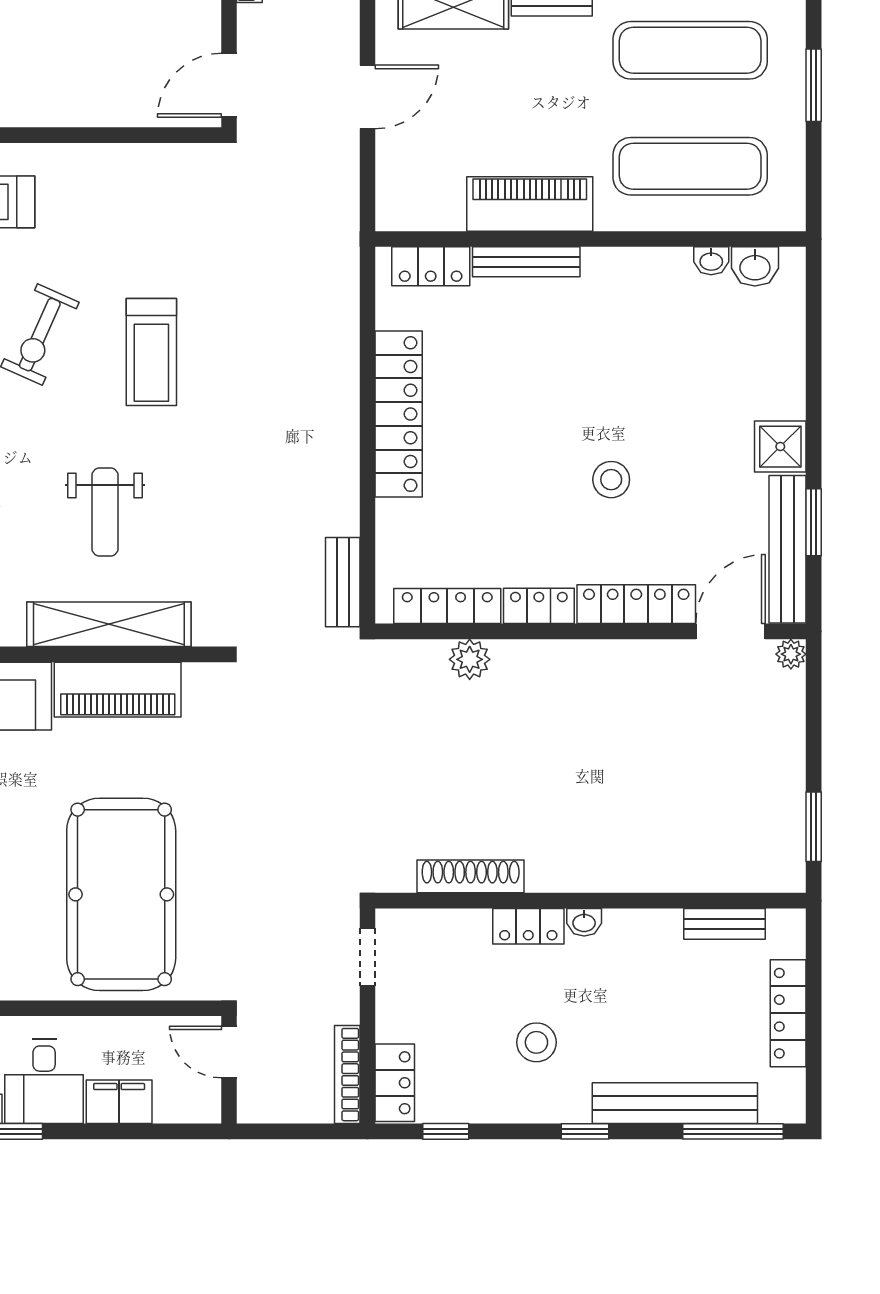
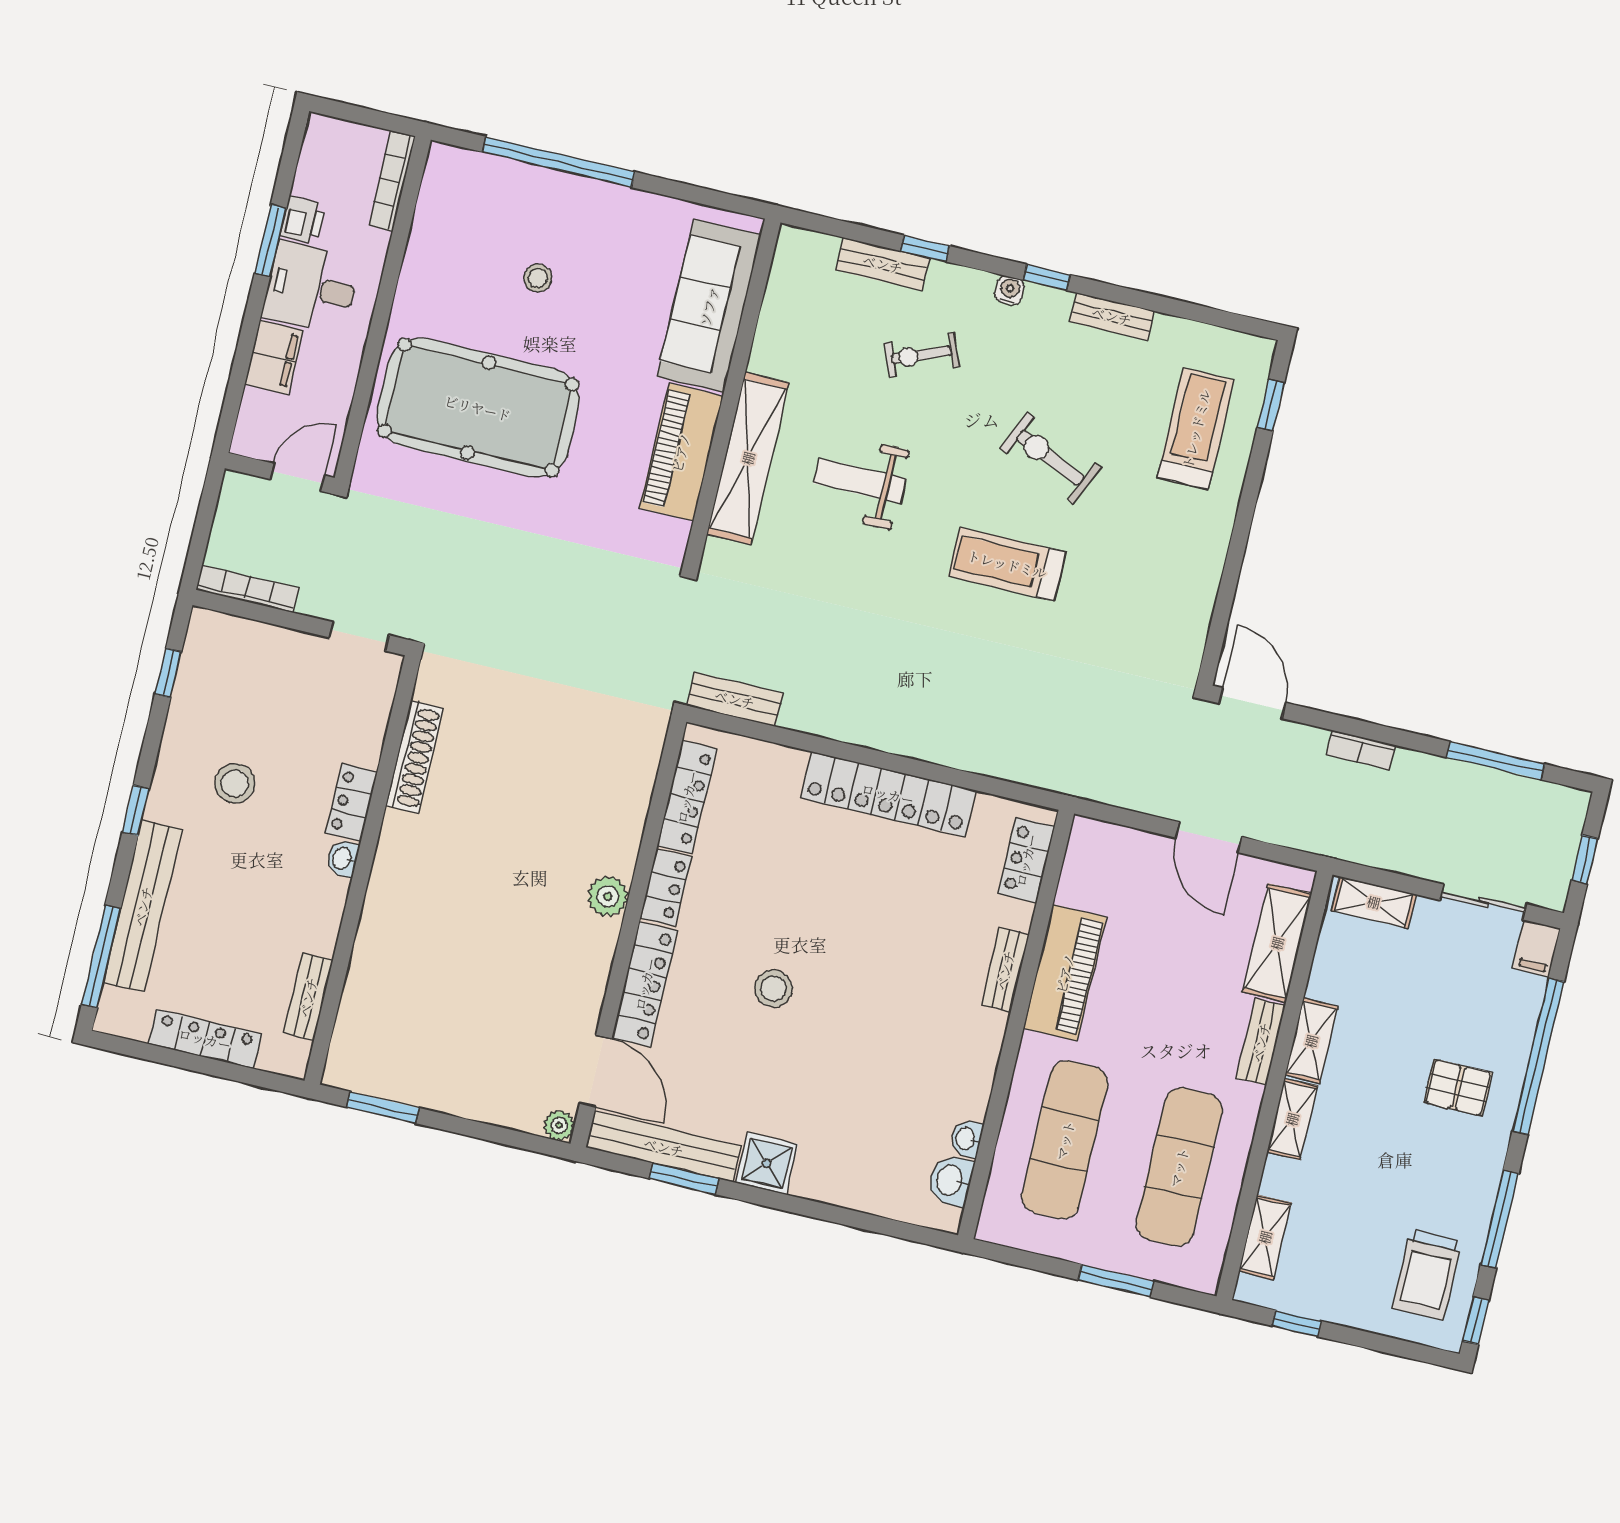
bench: (526, 262) -> (1005, 970), width x0.73
plant: (470, 659) -> (608, 896), moved
locker: (395, 1083) -> (228, 634), removed

